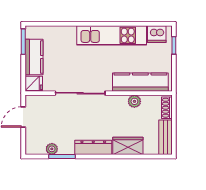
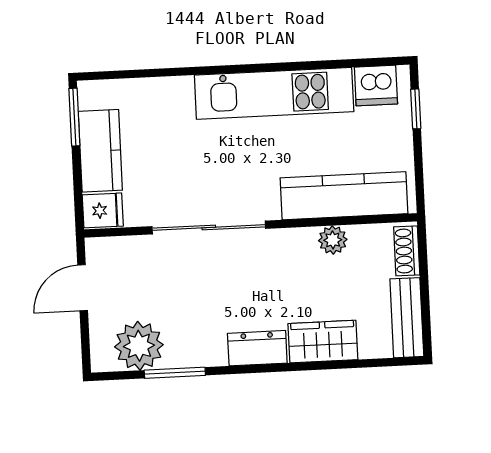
dresser: (93, 147) -> (257, 348), width x0.70
plant: (52, 149) -> (139, 346), width x1.88, depth x1.88

